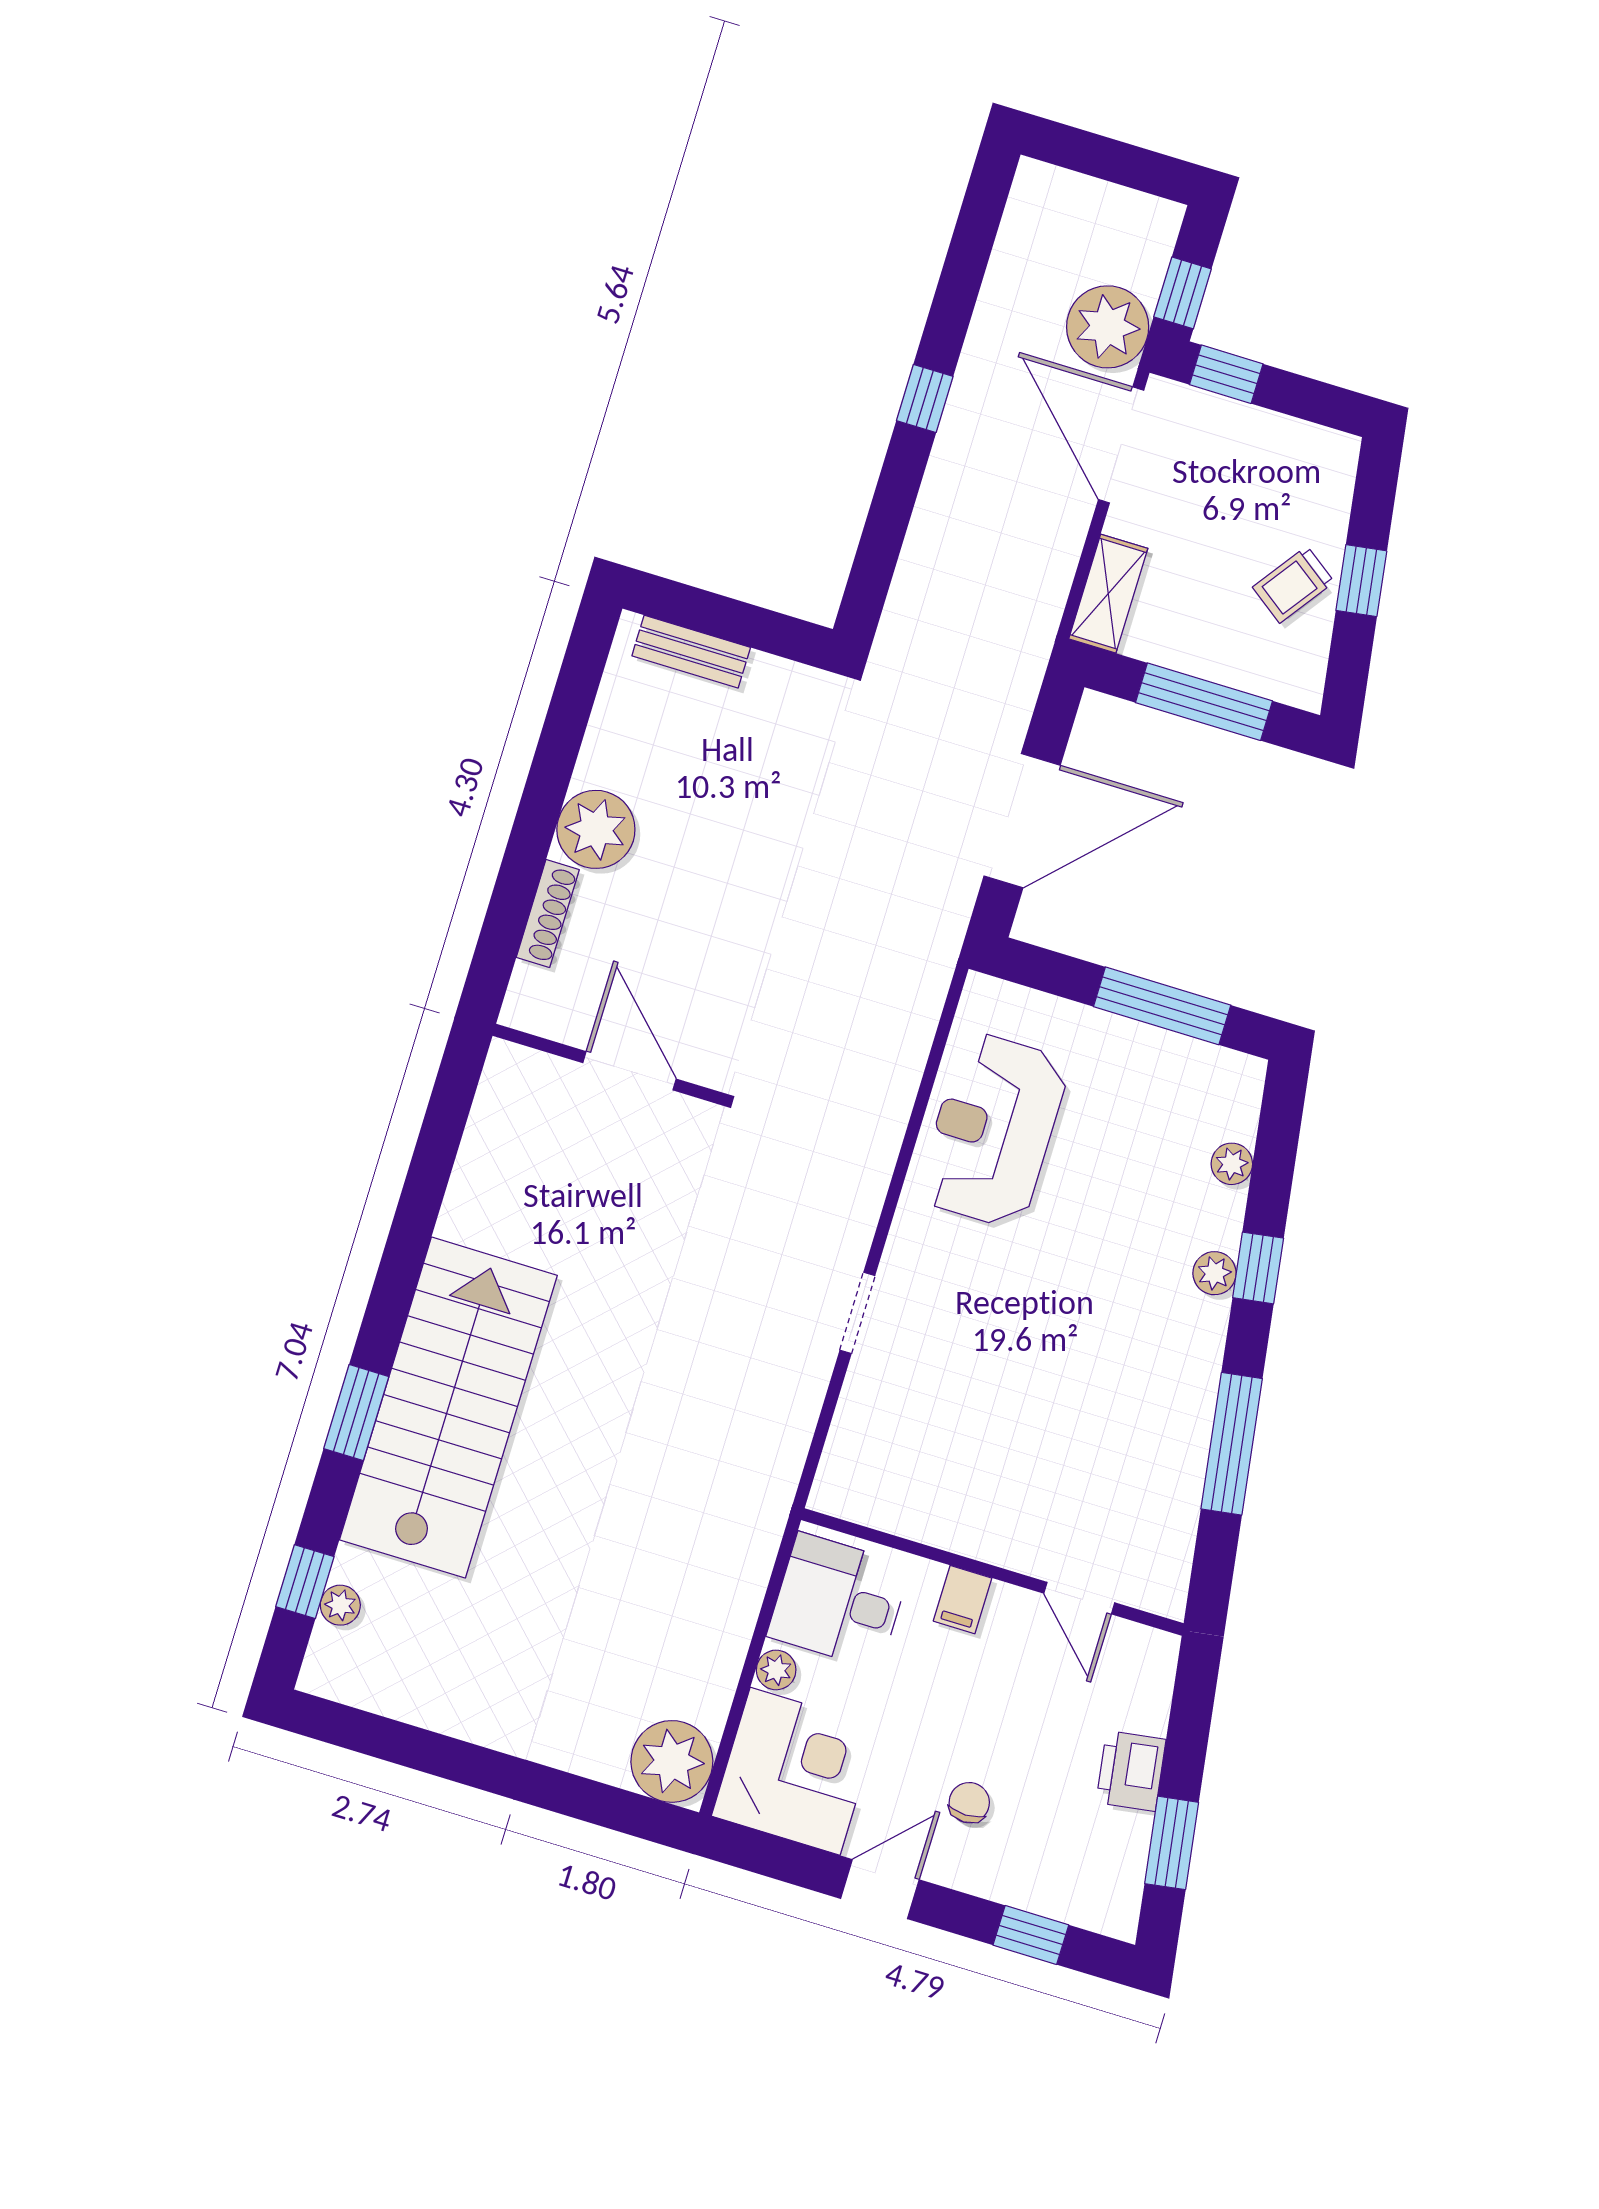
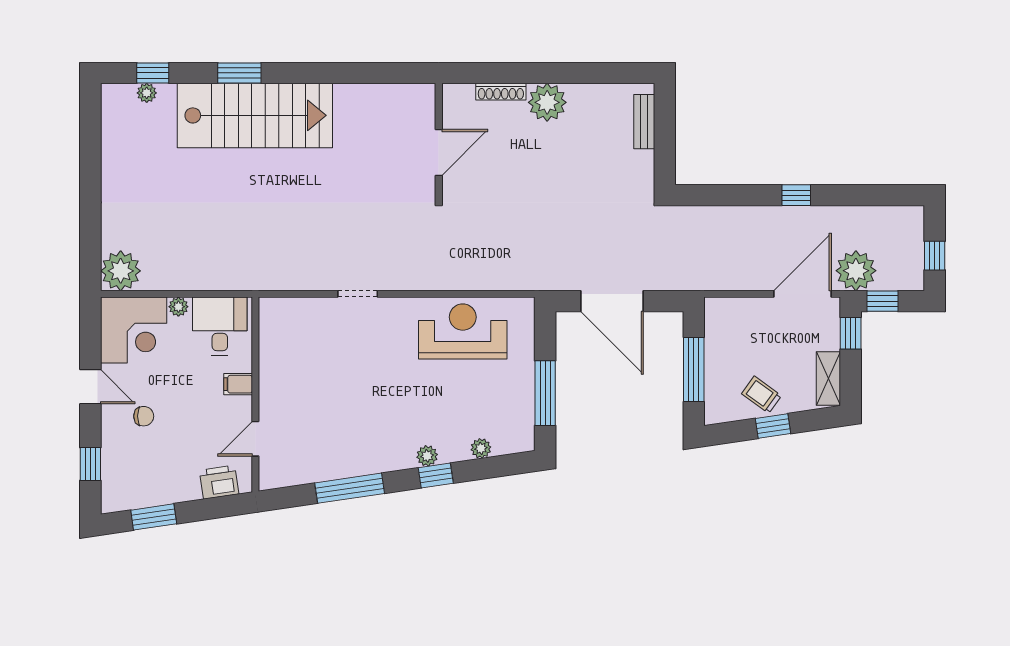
window: (1125, 164) -> (935, 256), added
shelving: (1108, 594) -> (828, 379), moved, turned 90
printer: (1131, 1771) -> (219, 482), moved

